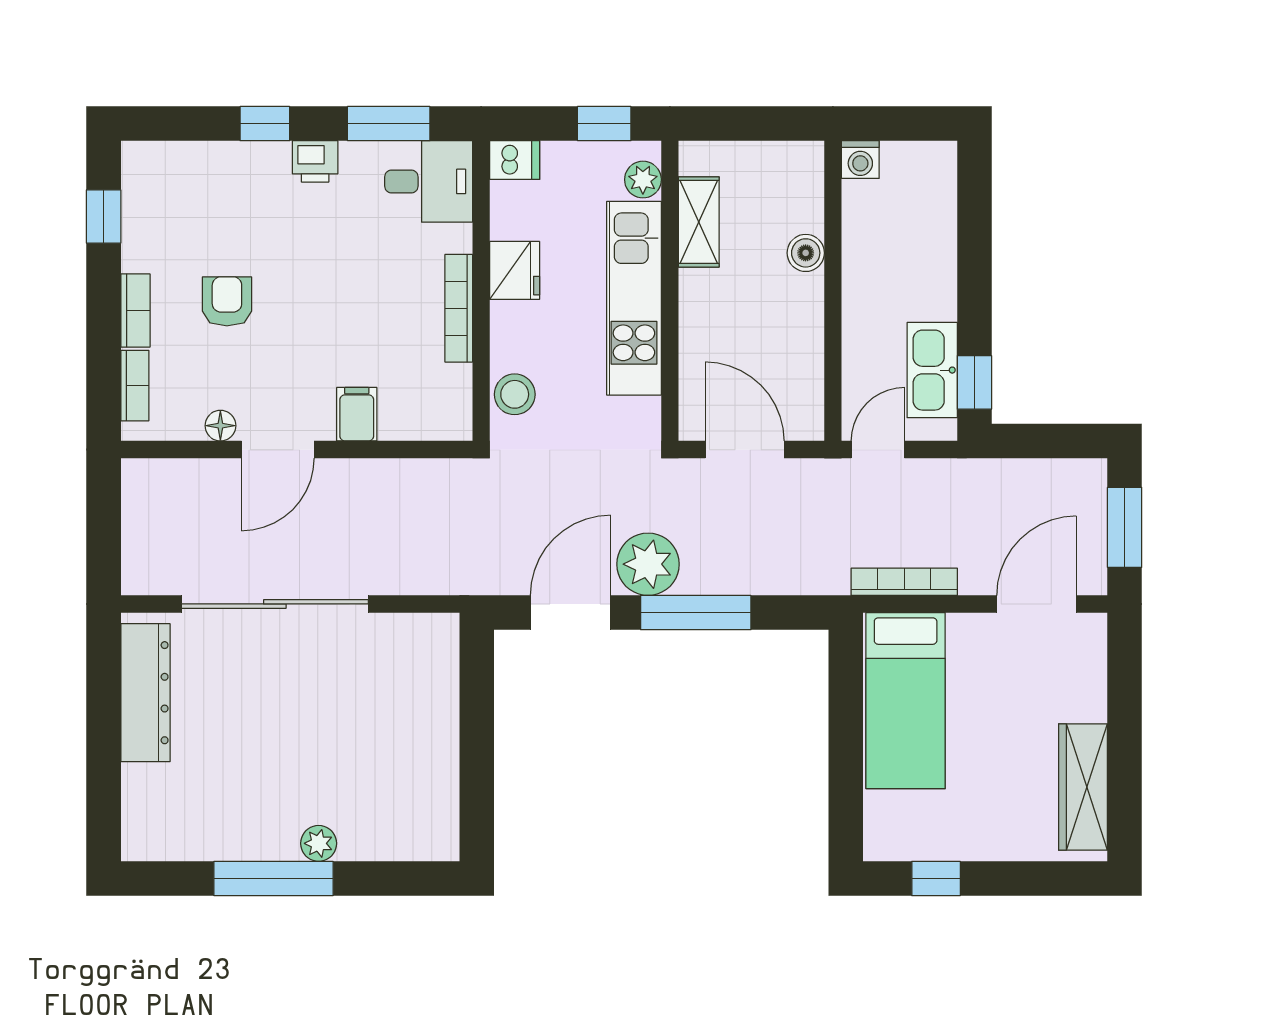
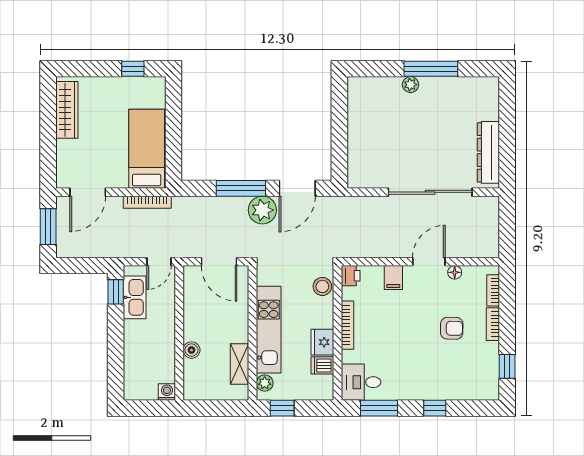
dishwasher: (515, 160) -> (322, 365), moved
printer: (315, 161) -> (351, 276), moved, turned 90
armchair: (227, 301) -> (452, 328), turned -89

